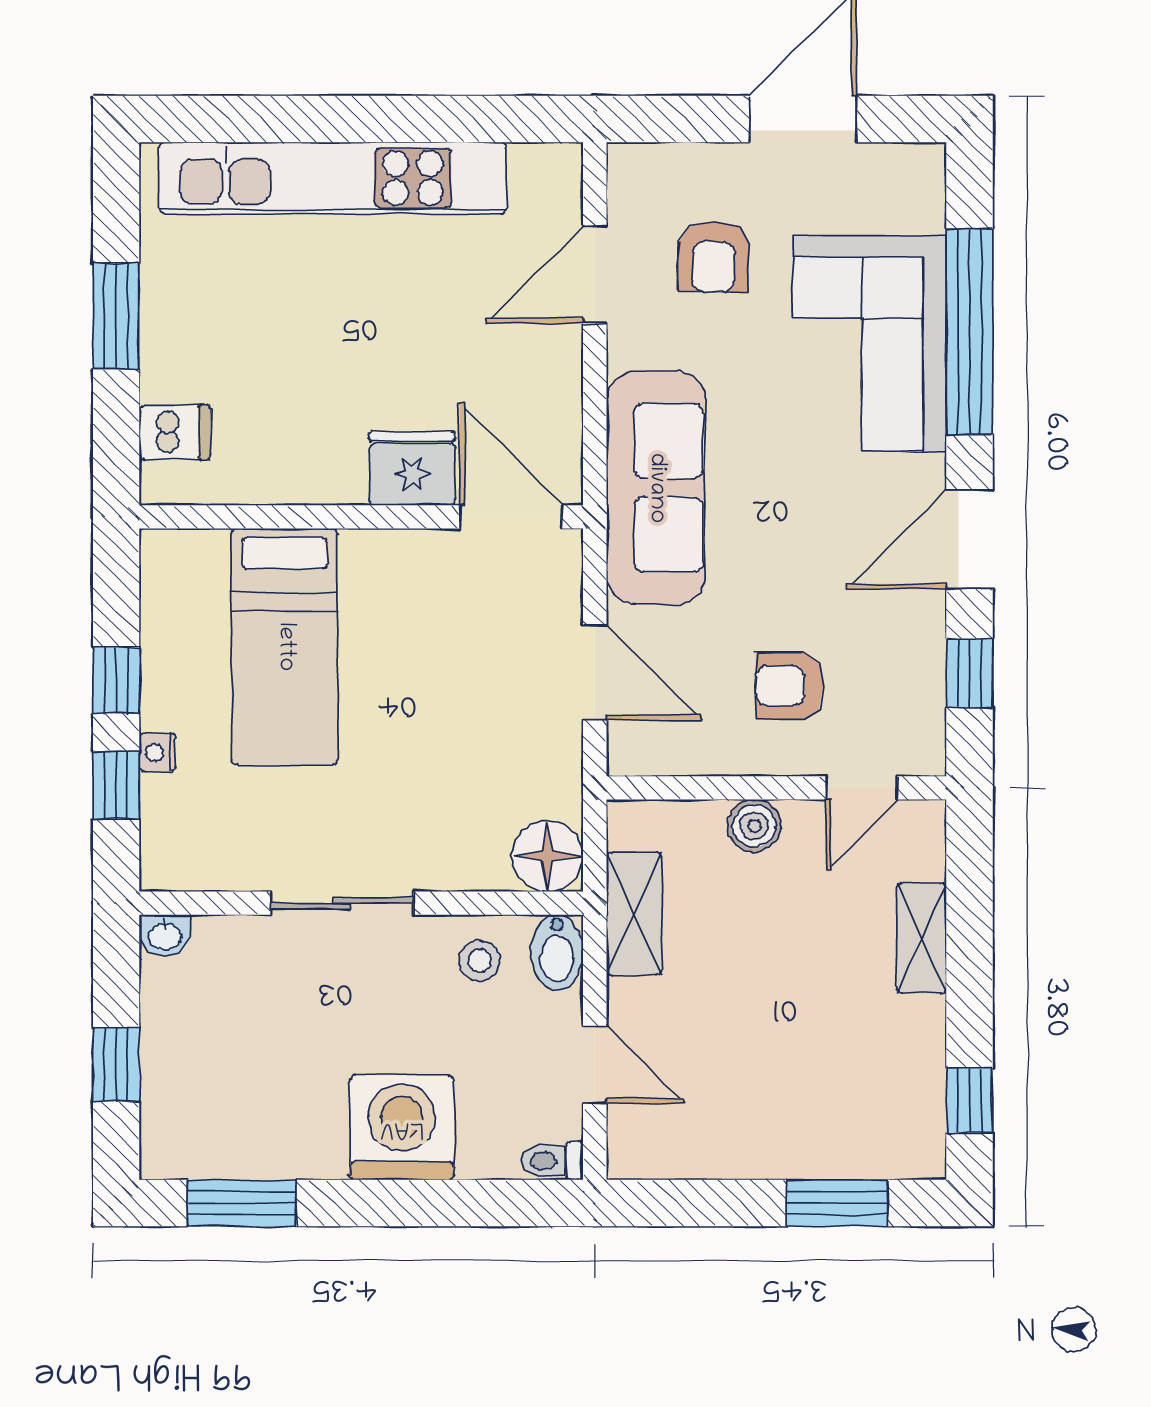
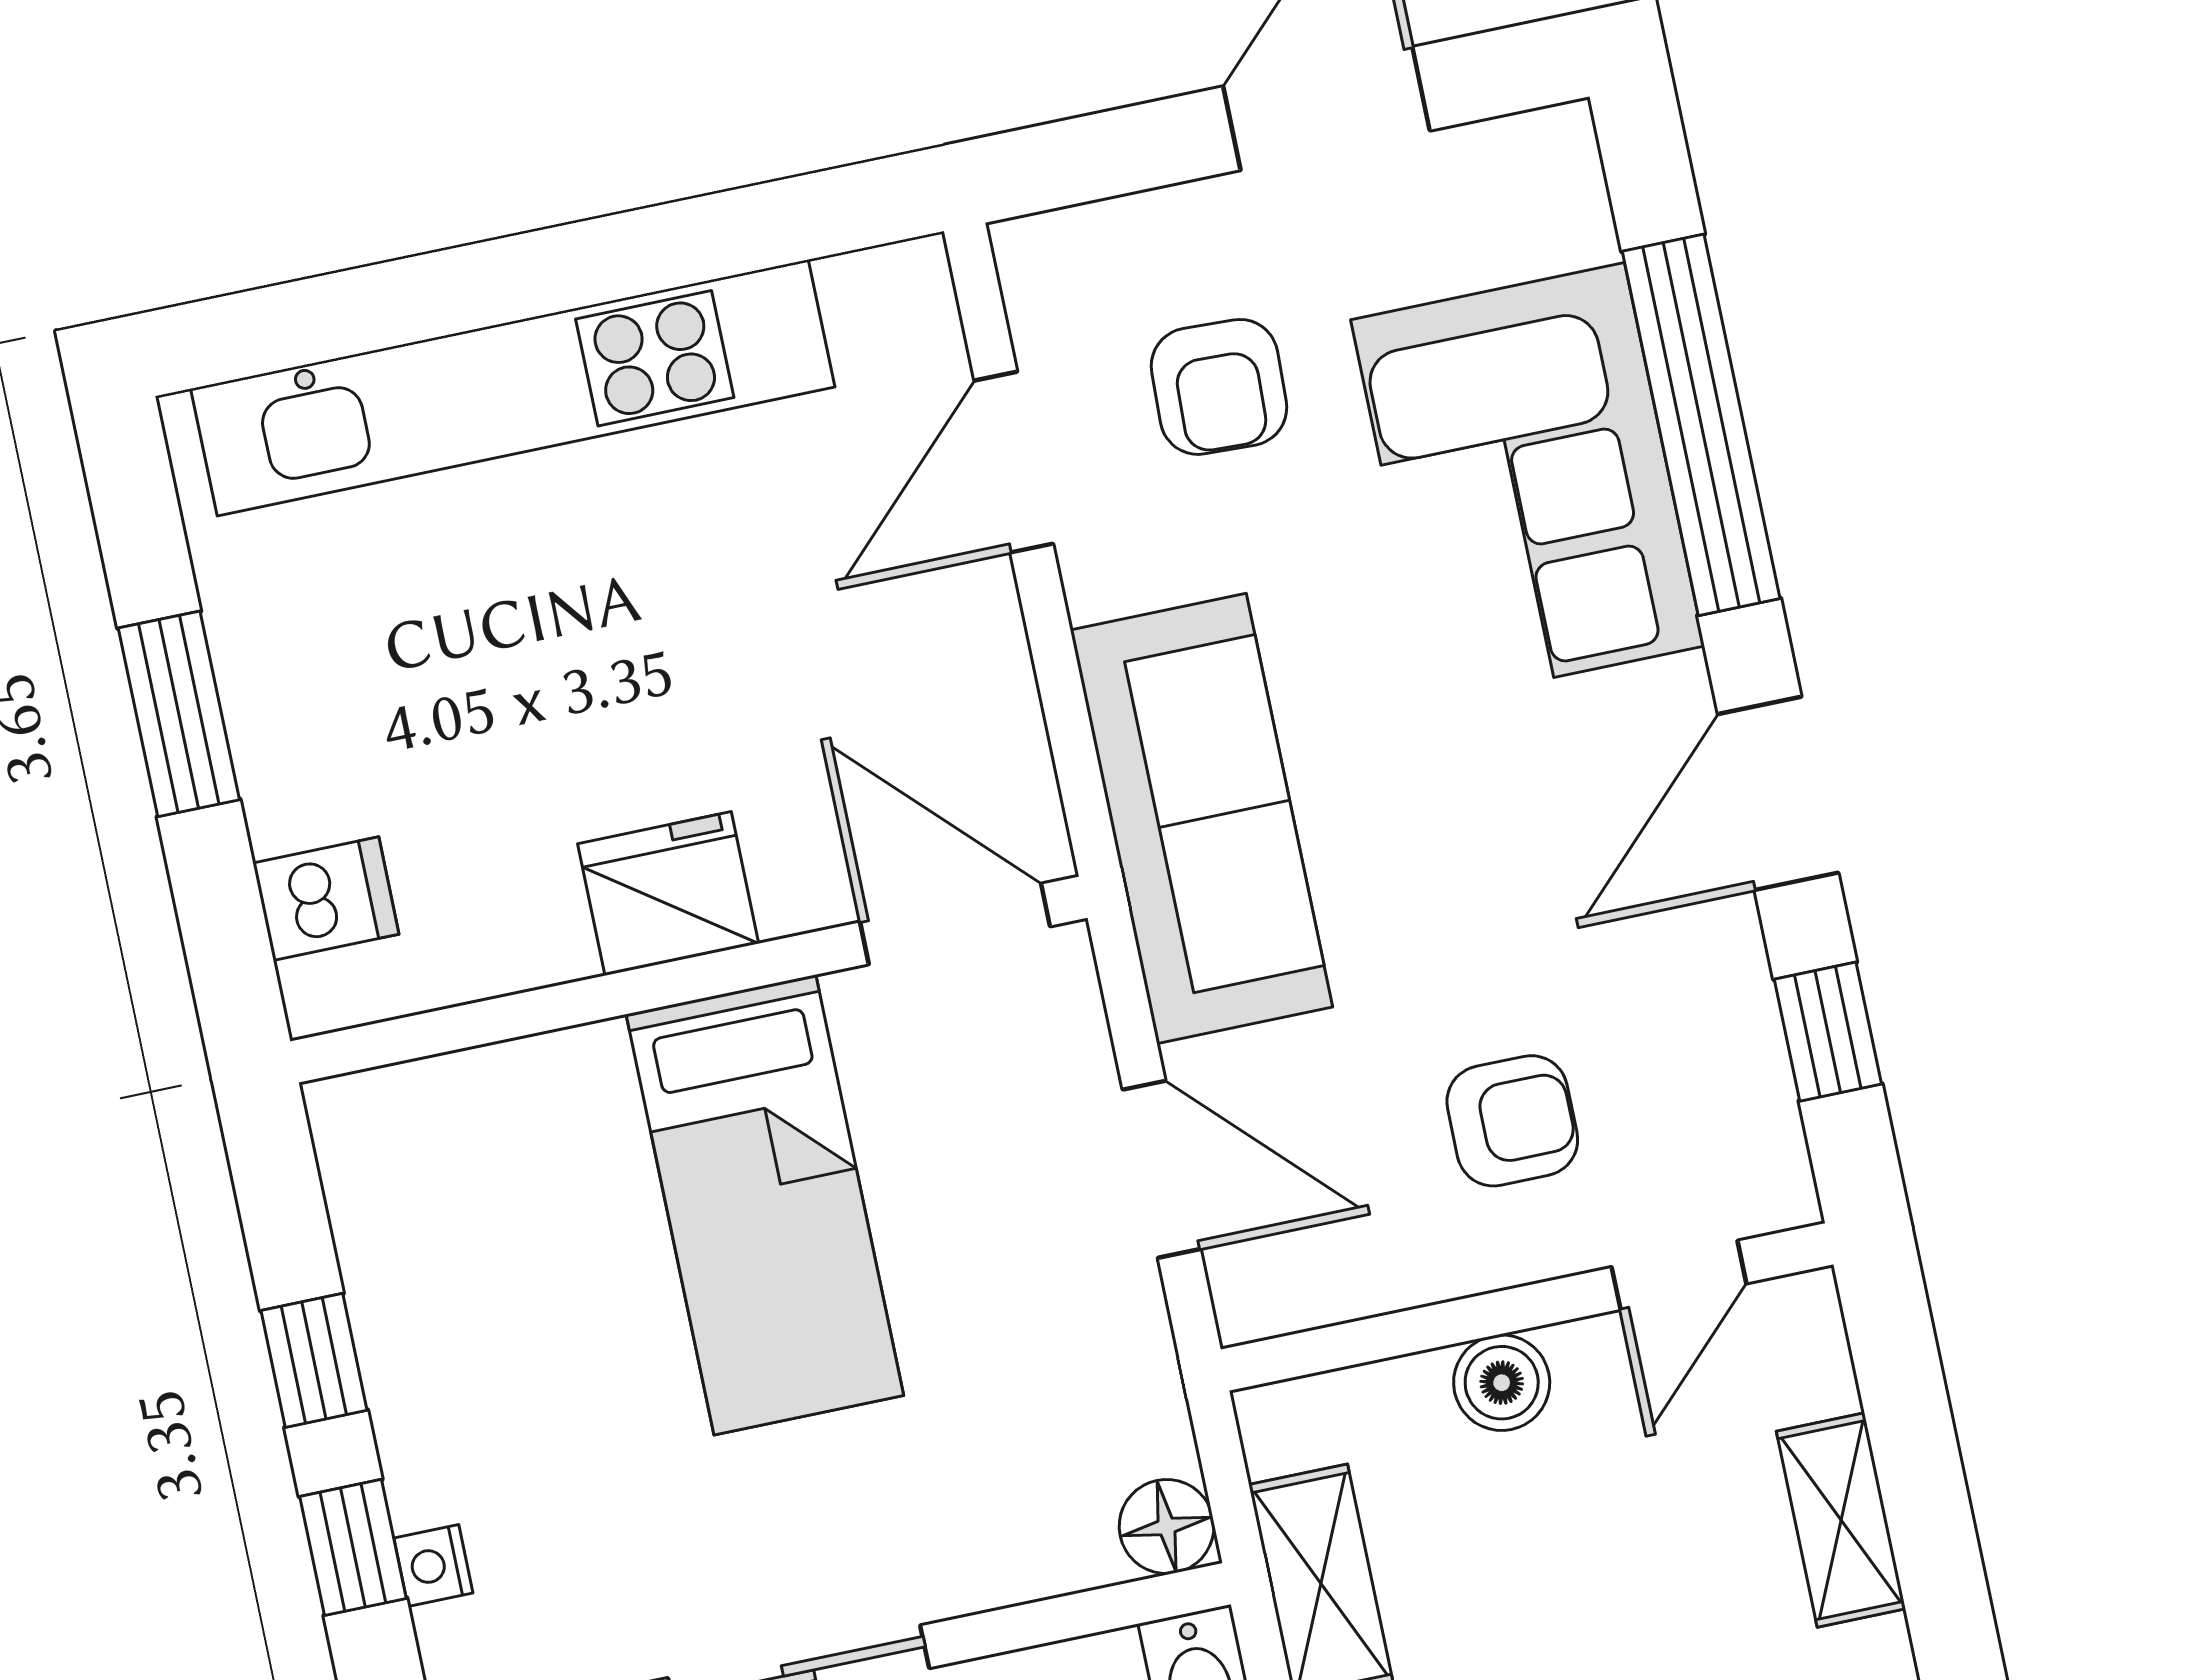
fridge: (412, 468) -> (668, 894), moved
bed: (285, 647) -> (765, 1205), moved
armchair: (789, 686) -> (1512, 1121), turned 180
nightstand: (157, 753) -> (433, 1565), moved
floor lamp: (547, 856) -> (1167, 1527), width x0.73, depth x0.73

